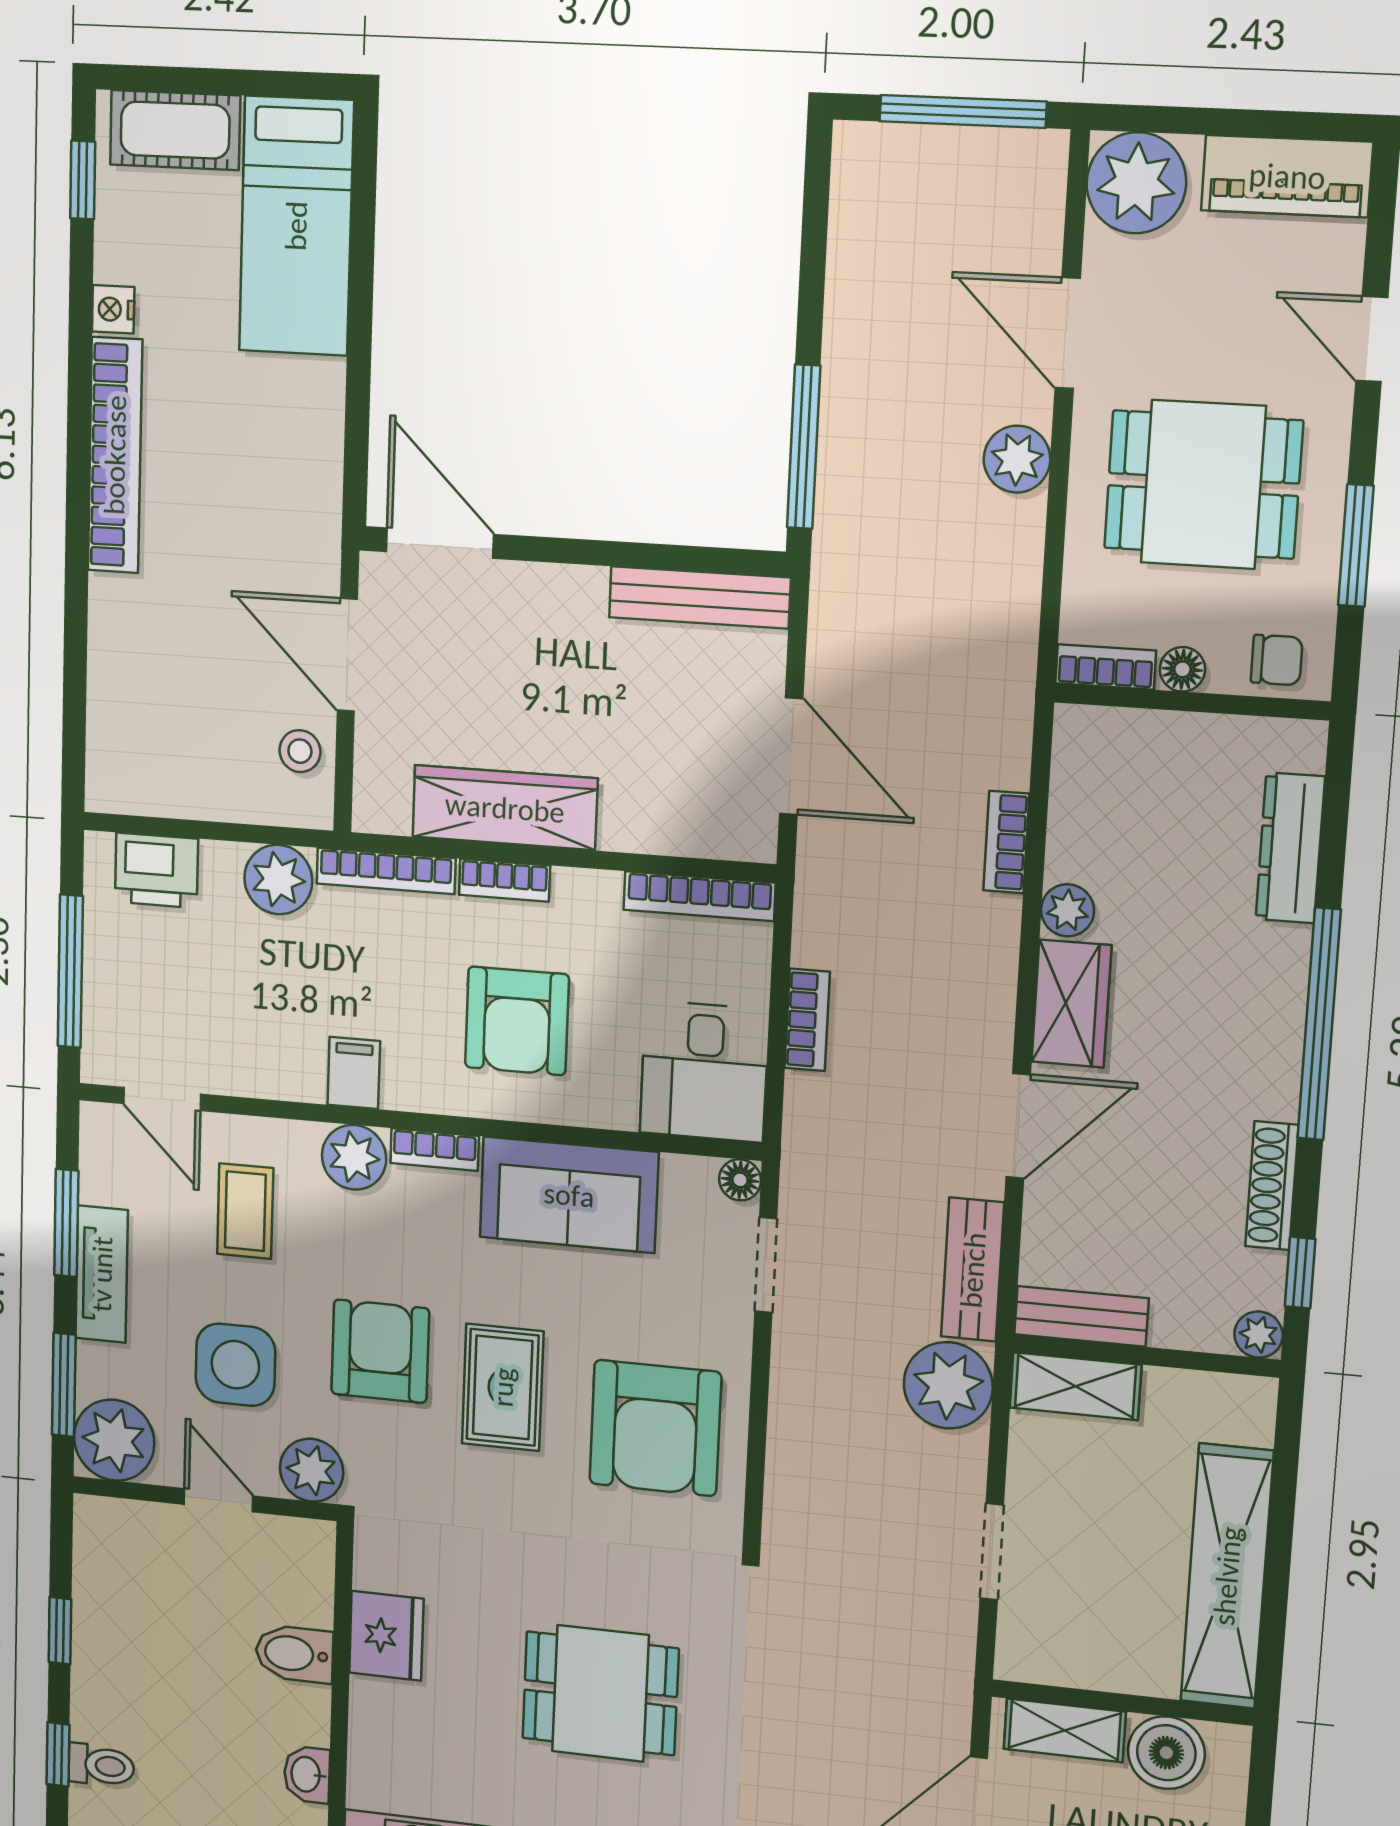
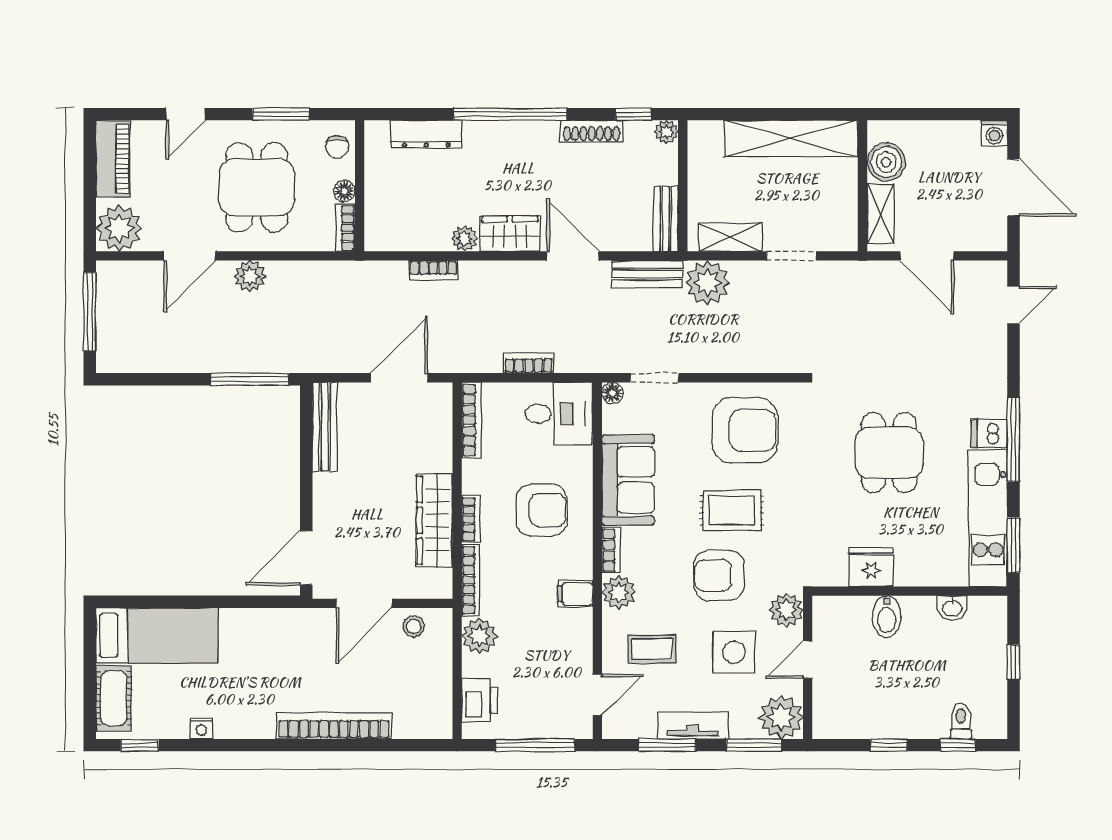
bookcase: (115, 455) -> (334, 726), moved
chair: (1277, 660) -> (337, 147), turned 180
shelving: (1075, 1386) -> (730, 237), moved, turned 90

